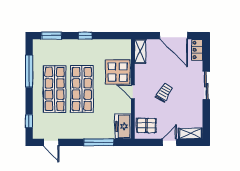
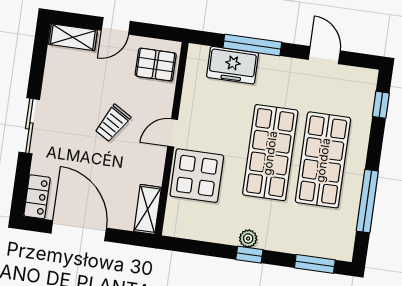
plant: (87, 44) -> (248, 239), added
door: (133, 92) -> (173, 133), swing flipped
freezer: (123, 126) -> (233, 65), moved, turned 90
door: (51, 142) -> (324, 55), moved

